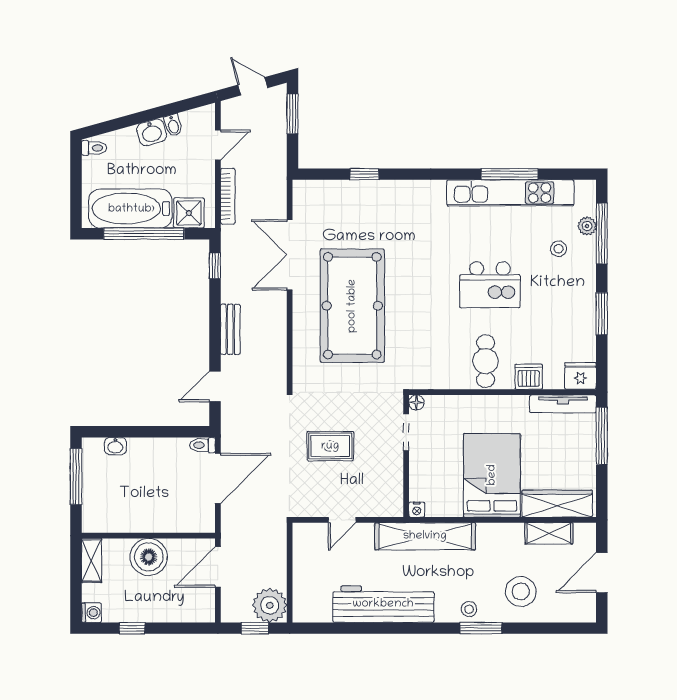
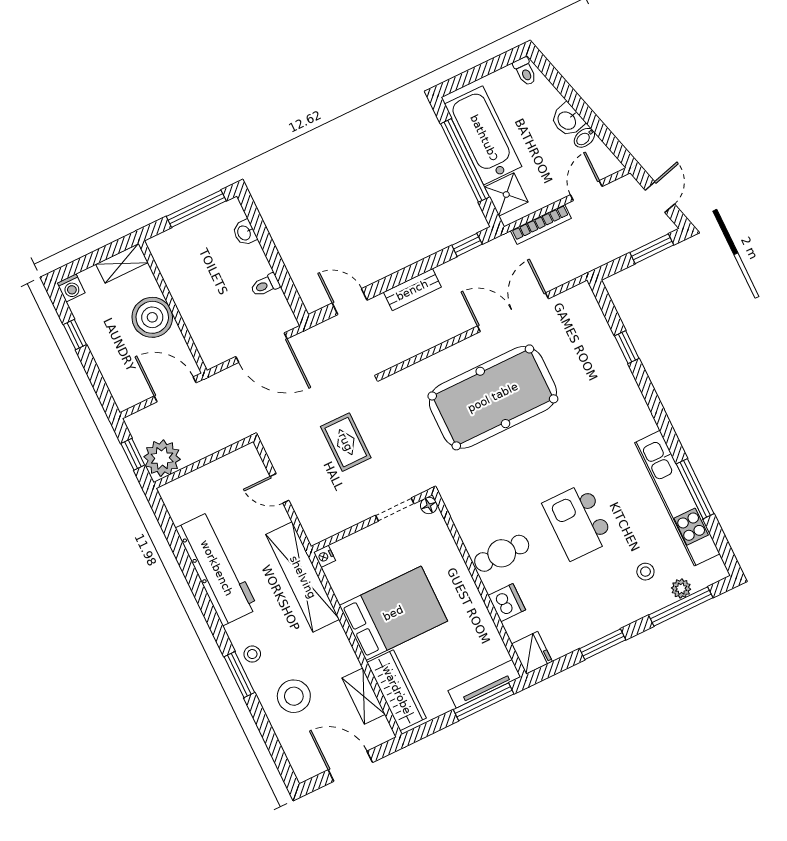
door: (218, 145) -> (586, 191), swing flipped
tv unit: (563, 404) -> (484, 684), moved, turned 90
toilet: (203, 445) -> (265, 285), moved, turned -90

